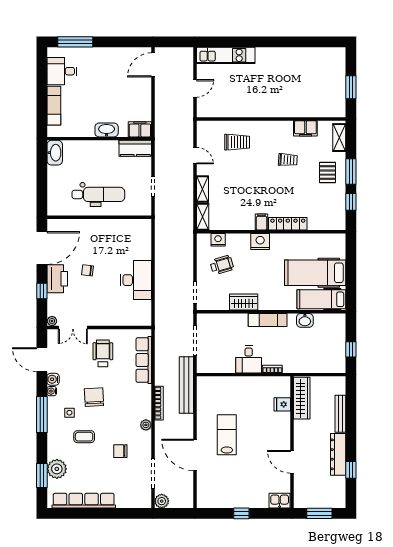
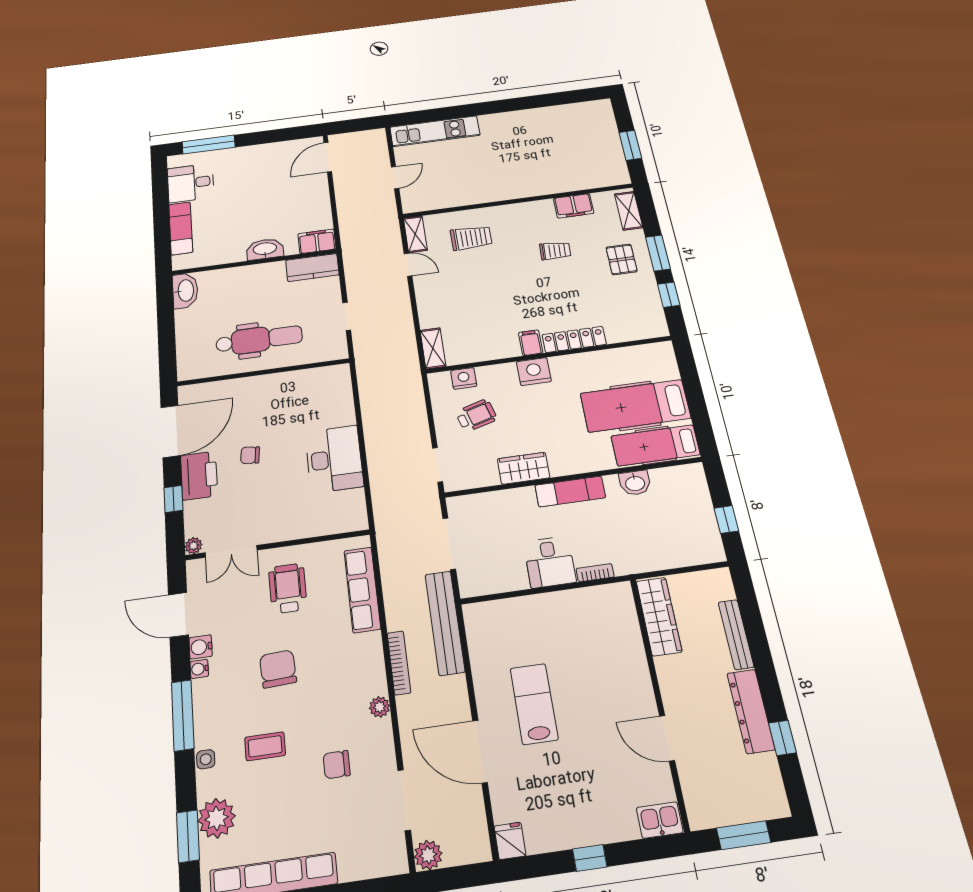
shelving: (202, 189) -> (415, 234), moved
fridge: (282, 404) -> (510, 841), moved, turned 90
side table: (69, 413) -> (206, 759), moved

